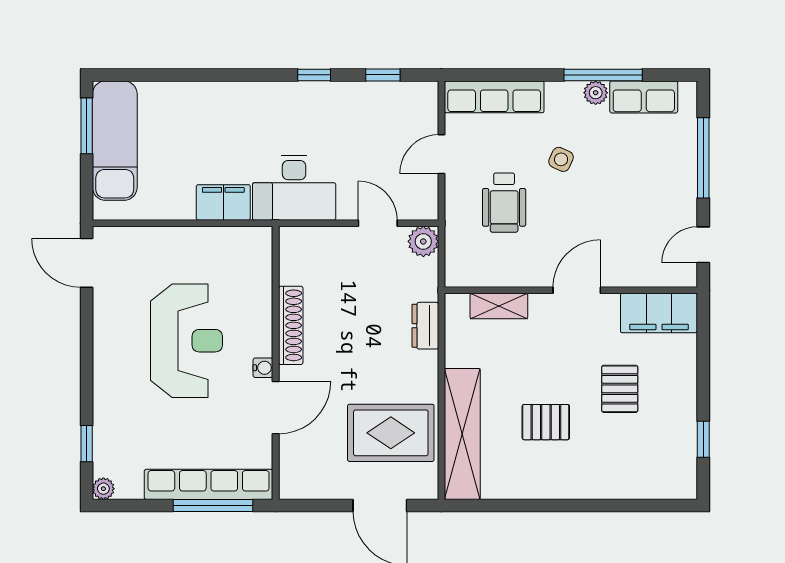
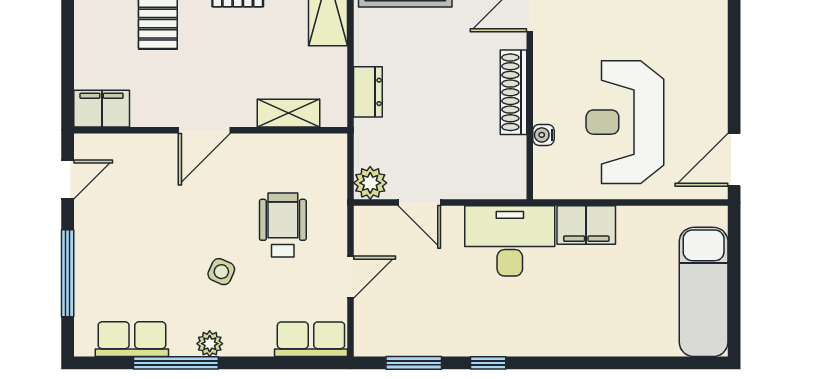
window: (383, 75) -> (414, 363), width x1.50
plant: (596, 93) -> (210, 344), moved
row of seats: (494, 97) -> (311, 339), width x0.68
window: (87, 126) -> (734, 308), removed
door: (87, 263) -> (734, 160), swing flipped
filing cabinet: (659, 313) -> (102, 109), width x0.67, depth x0.86
reception desk: (186, 341) -> (625, 122), moved
water cooler: (263, 368) -> (543, 135), moved

